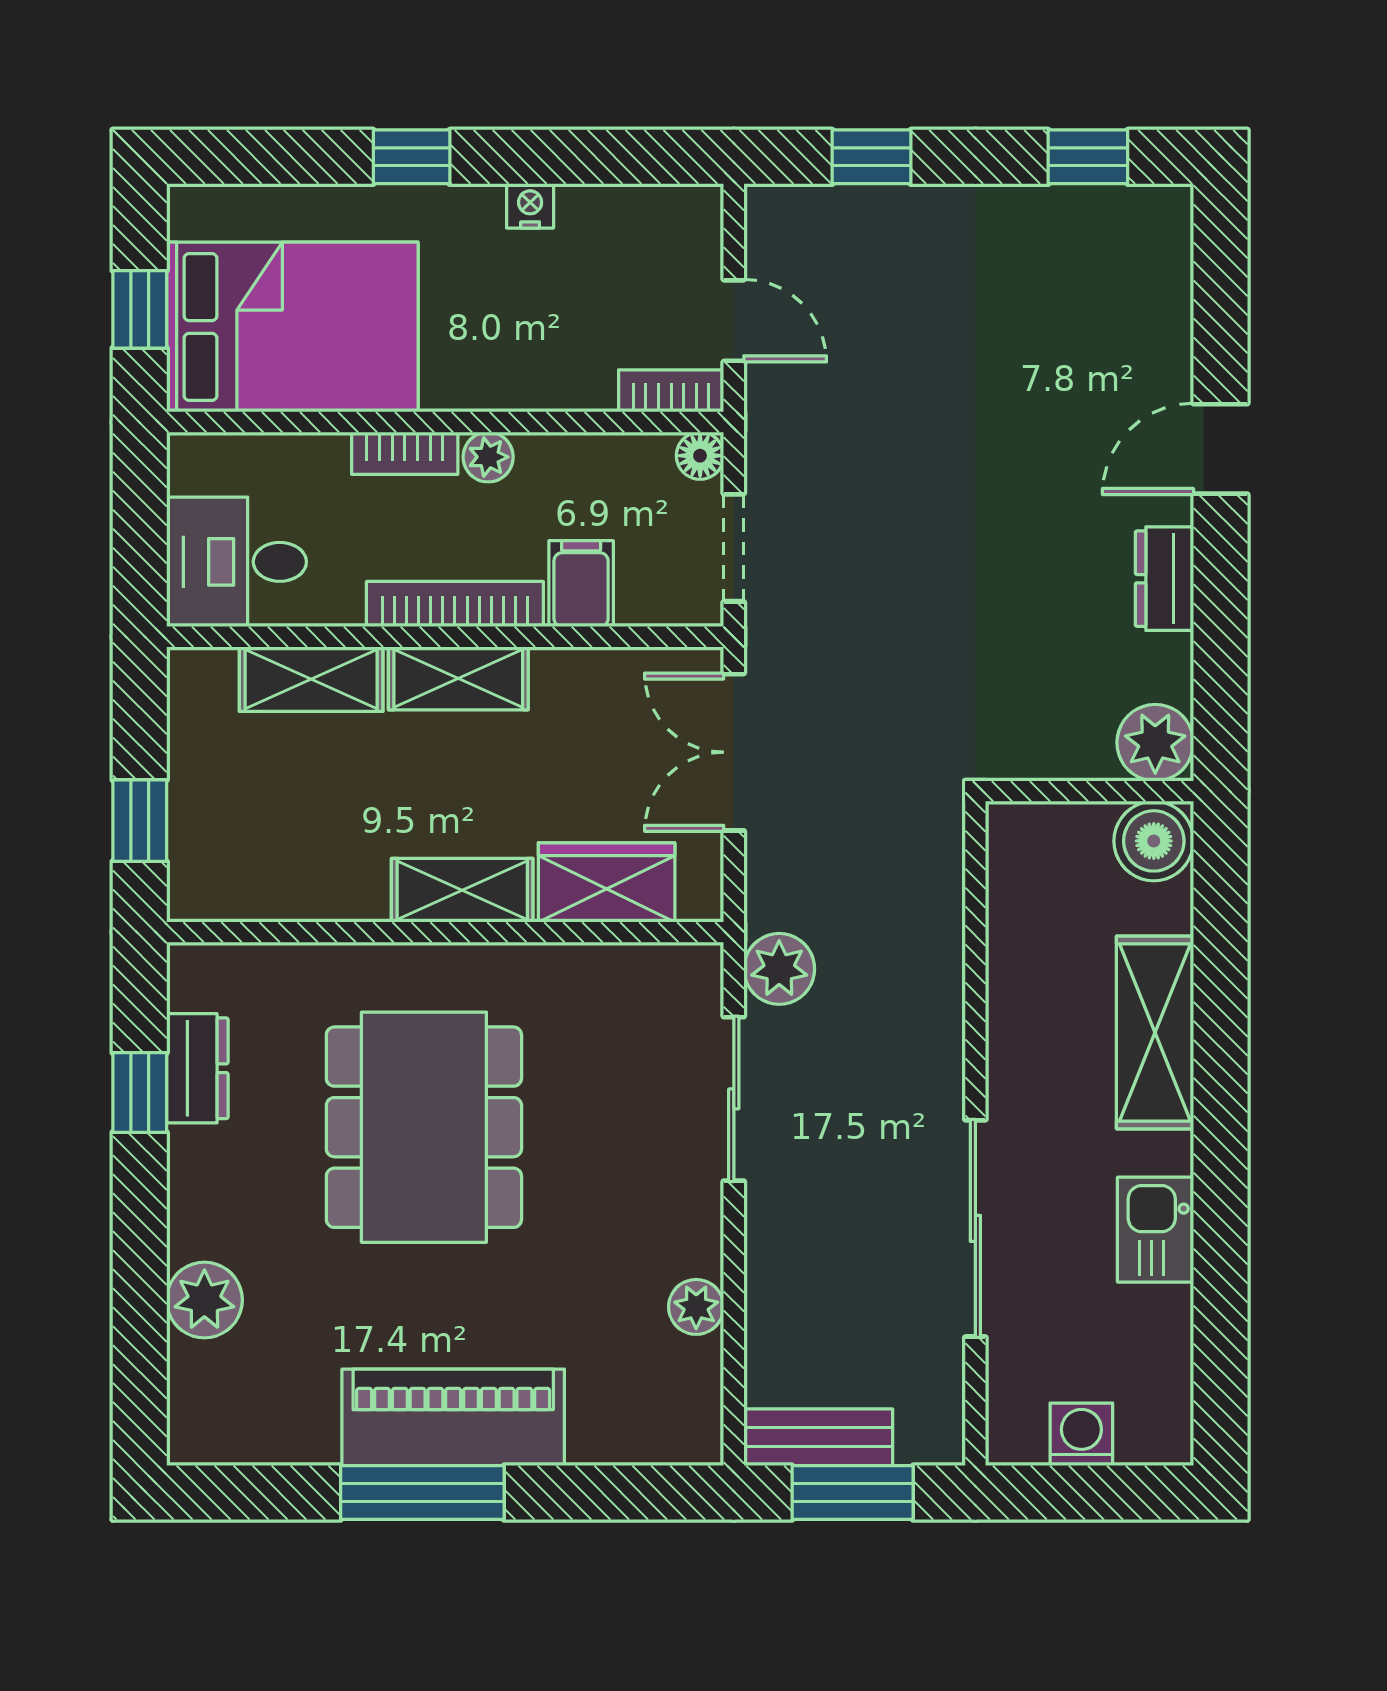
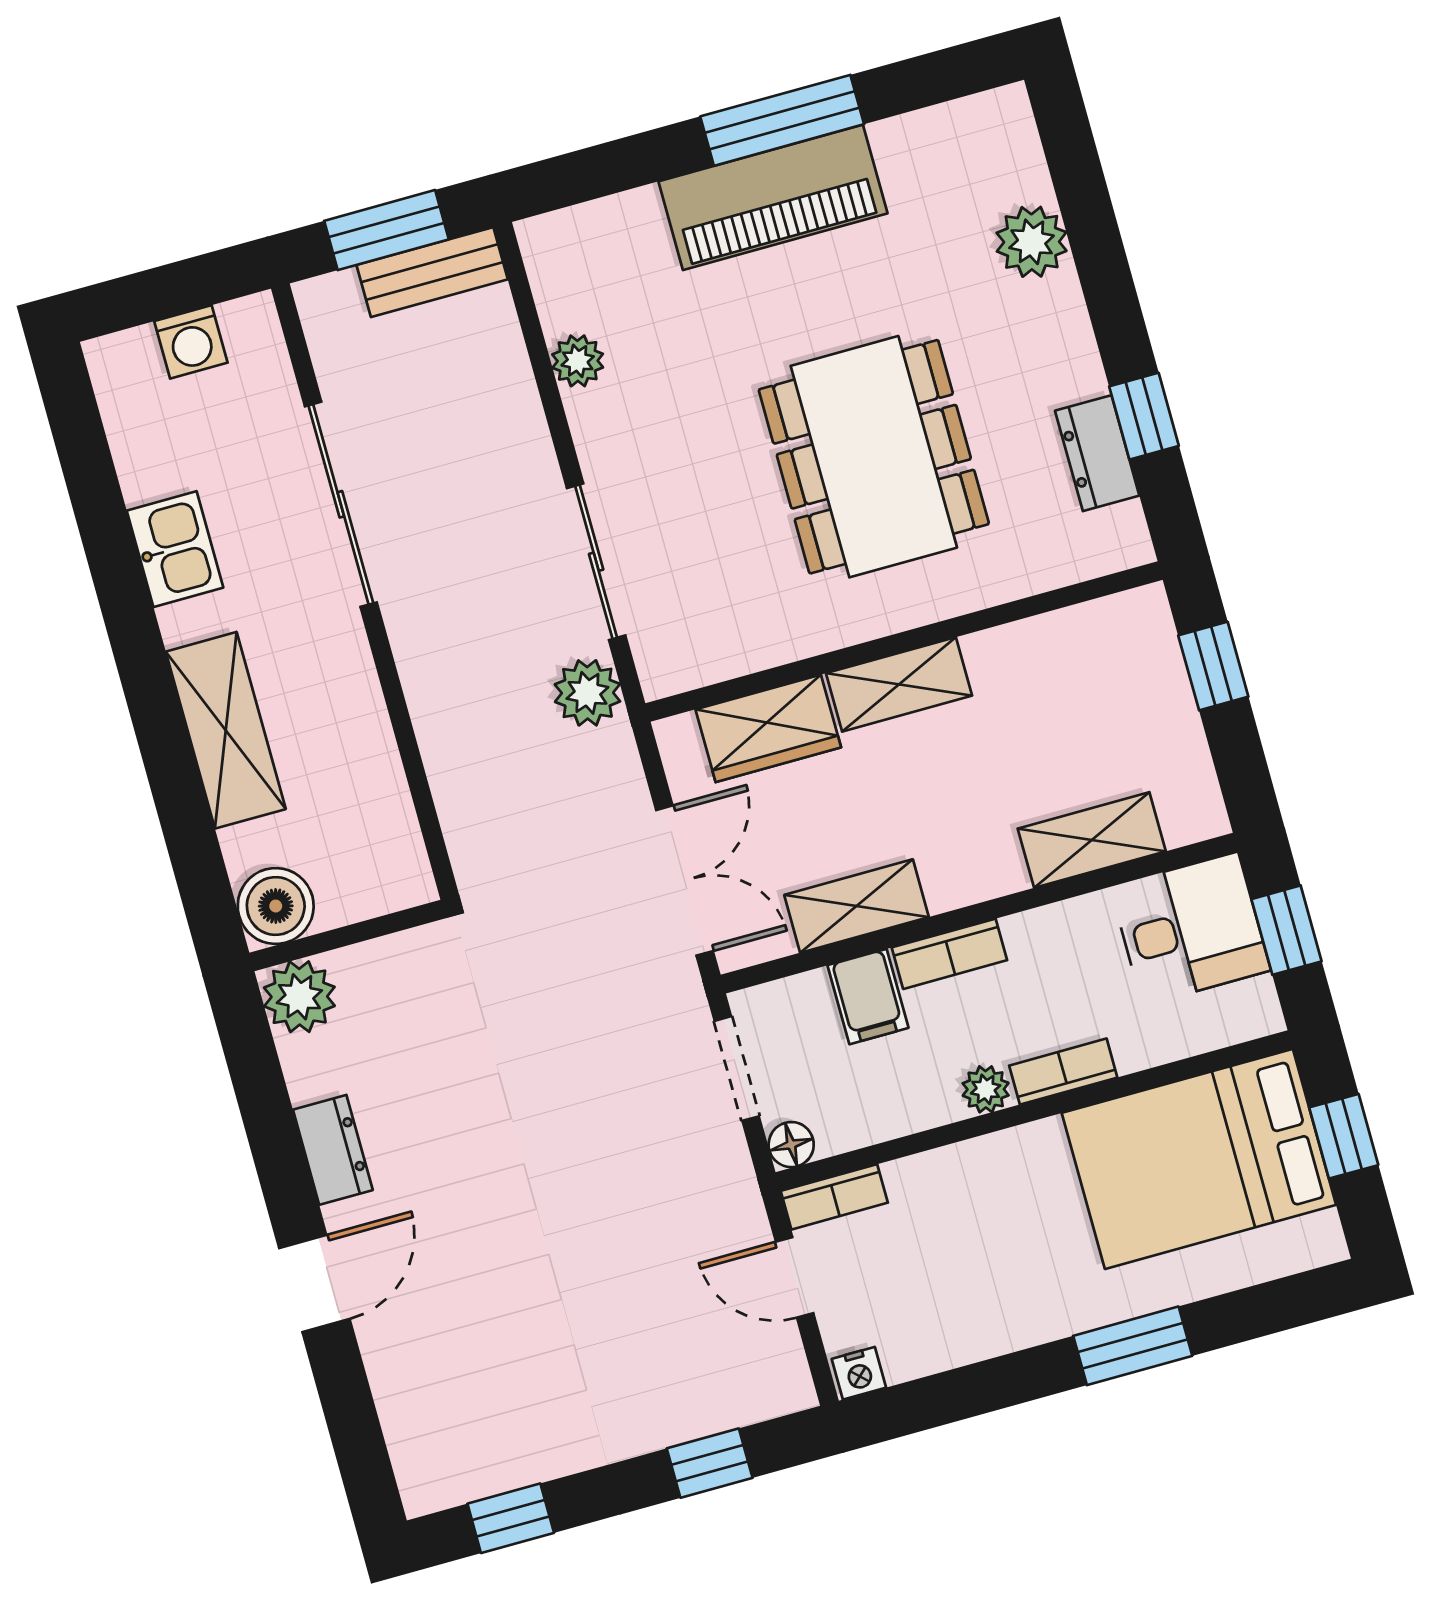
window: (412, 157) -> (1133, 1346), width x1.50
nightstand: (530, 206) -> (859, 1373), moved
window: (140, 533) -> (1287, 930), added
bookcase: (455, 604) -> (949, 954), width x0.64
shelving: (458, 678) -> (857, 906), moved

